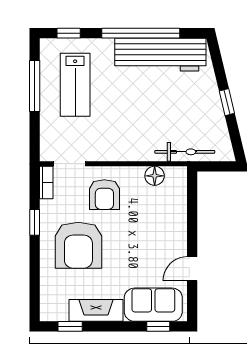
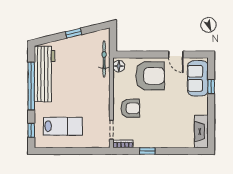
window: (35, 86) -> (64, 151), removed
floor lamp: (155, 176) -> (119, 66), moved
armchair: (78, 245) -> (150, 76), moved
fireplace: (96, 310) -> (201, 132), moved
window: (70, 326) -> (211, 129), removed
window: (158, 326) -> (211, 87), moved

